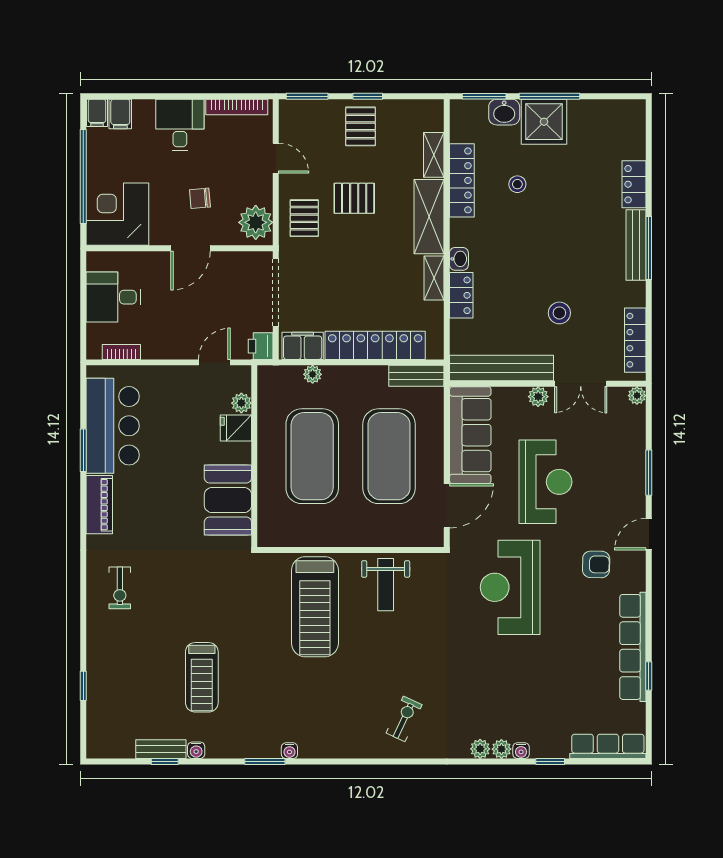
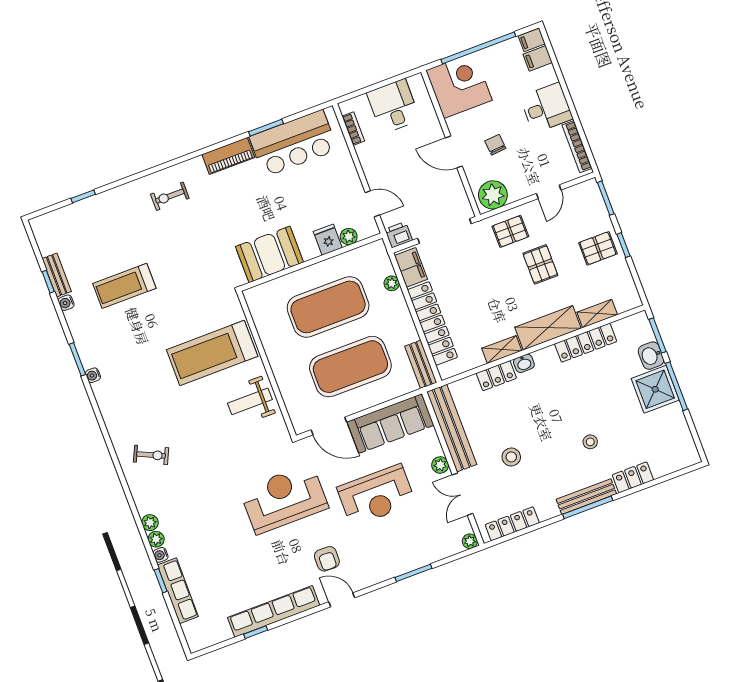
stool: (517, 184) -> (590, 442), moved
door: (649, 534) -> (342, 600), moved
row of seats: (608, 746) -> (178, 591), moved

